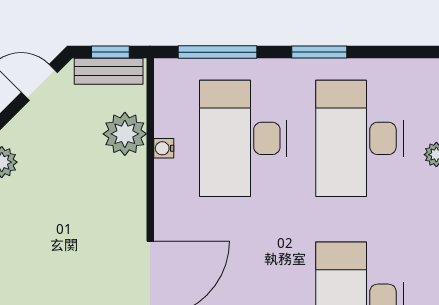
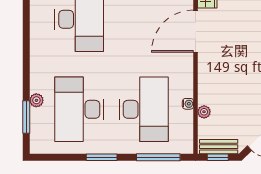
plant: (125, 134) -> (204, 112), width x0.53, depth x0.53
desk: (359, 138) -> (79, 109), turned 180

